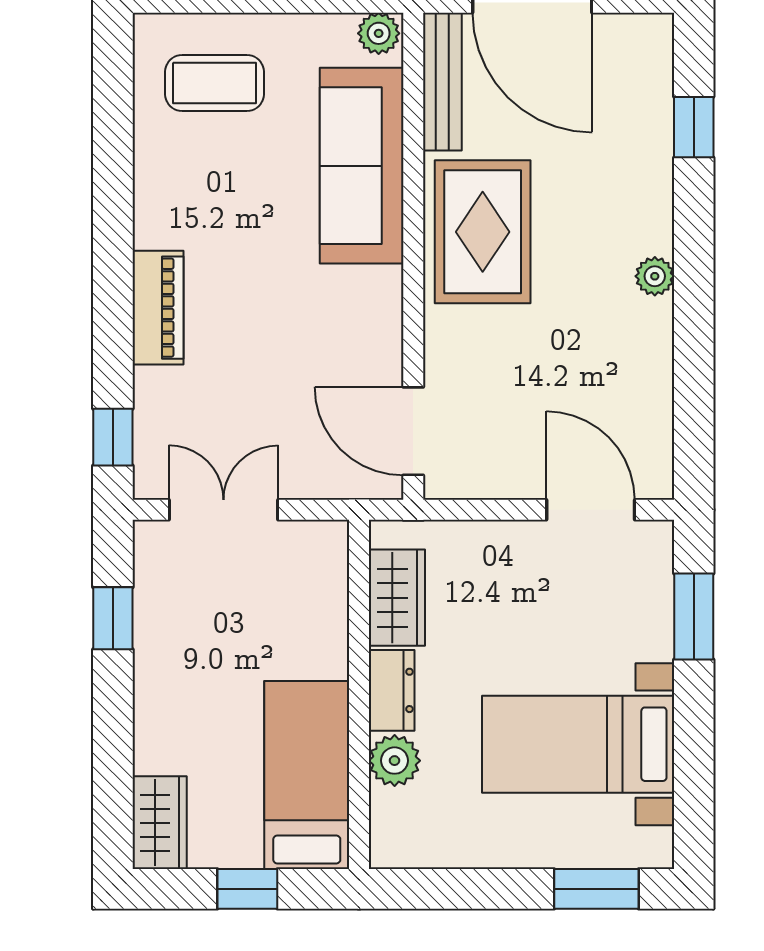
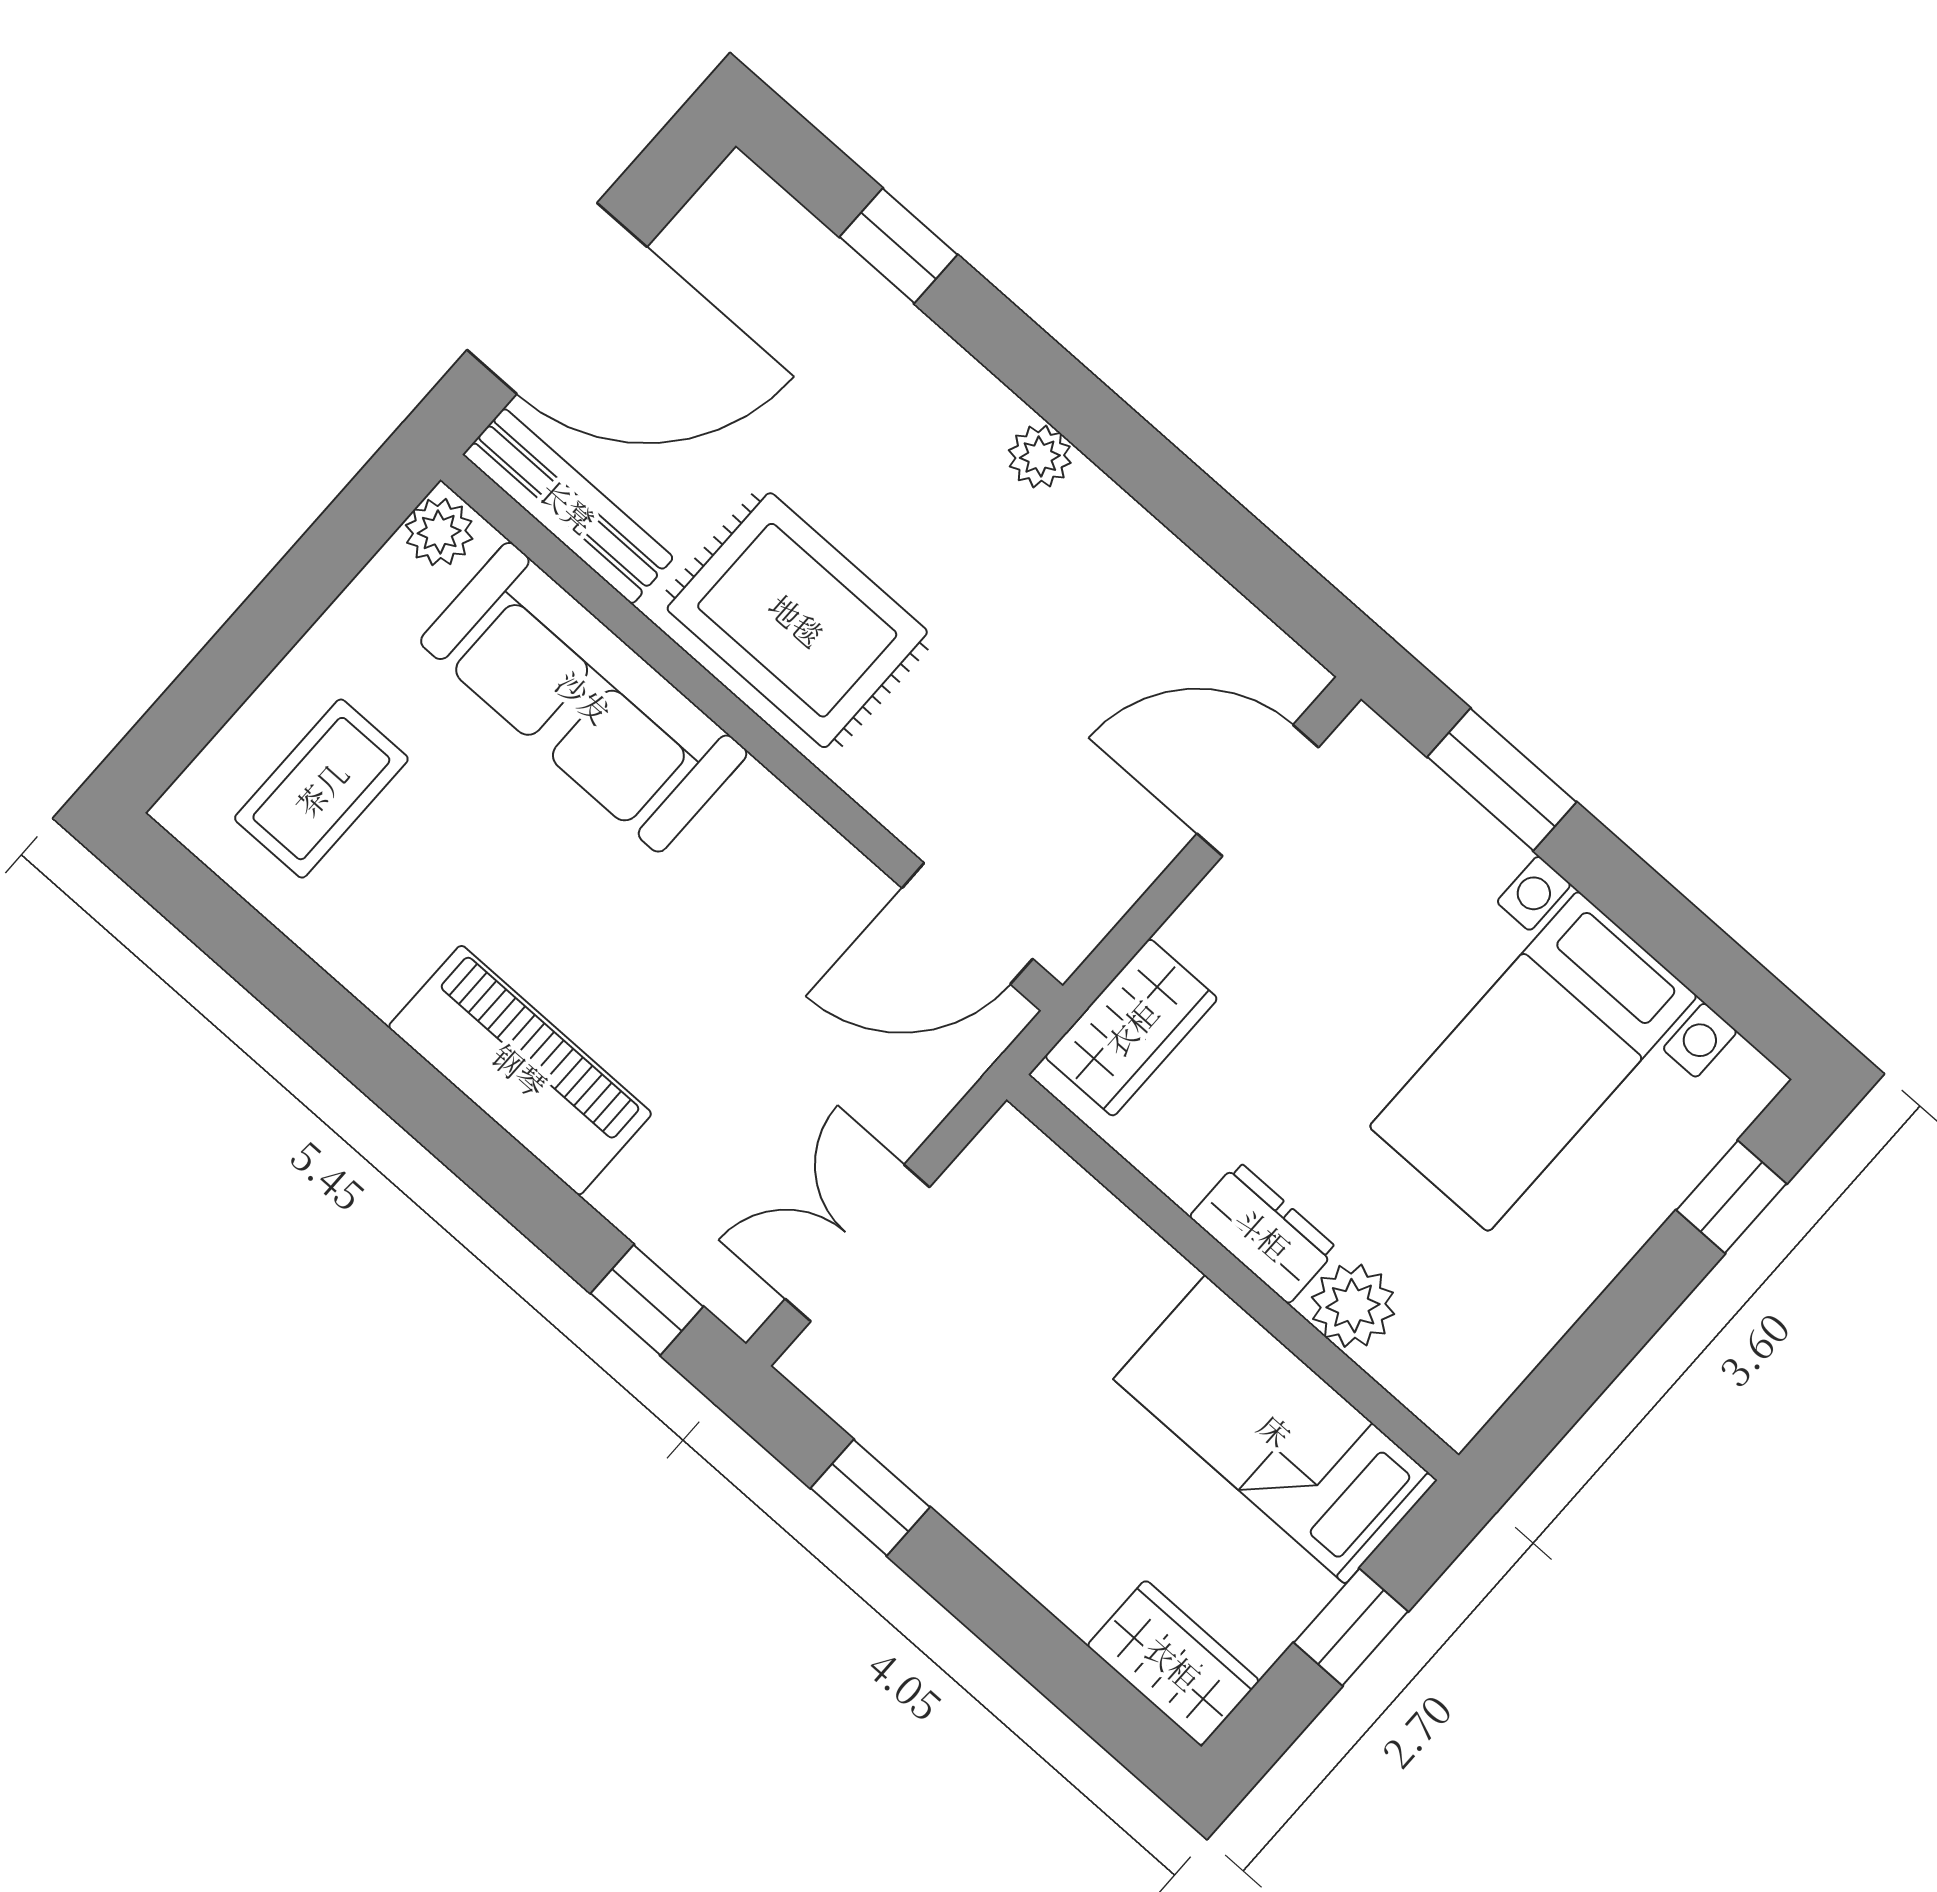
piano: (158, 308) -> (520, 1070), width x1.37, depth x1.33
wardrobe: (397, 598) -> (1131, 1028), moved, turned 90
window: (596, 889) -> (1731, 1197), width x0.67

